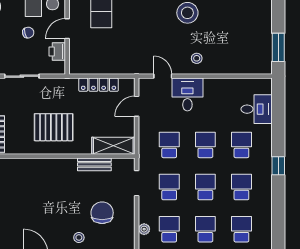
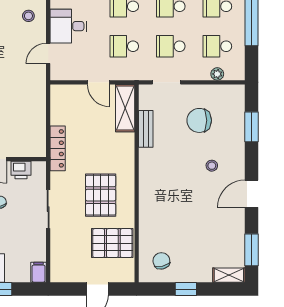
locker: (99, 85) -> (58, 148), moved
door: (137, 106) -> (98, 82), moved
pallet: (54, 127) -> (101, 195), moved
stool: (79, 237) -> (212, 166), moved

